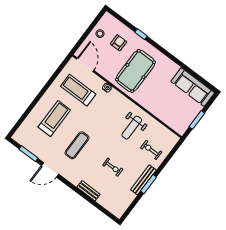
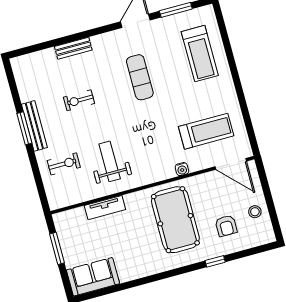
sofa: (193, 87) -> (93, 277), width x0.73
tv unit: (157, 112) -> (105, 208), added
treadmill: (54, 119) -> (200, 54), moved

